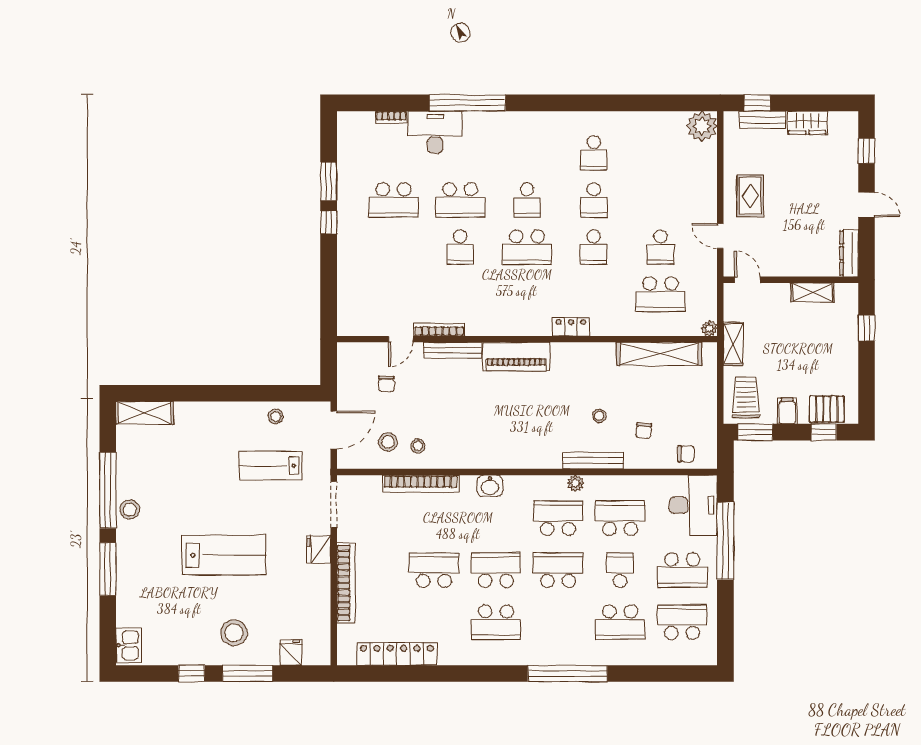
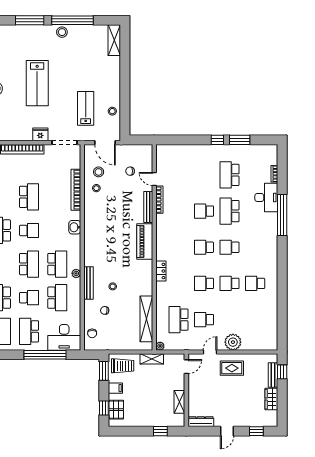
plant: (702, 126) -> (233, 342), moved
school desk: (527, 247) -> (204, 247), width x0.54
school desk: (496, 570) -> (29, 230), width x0.54

